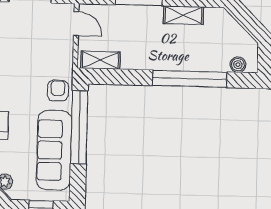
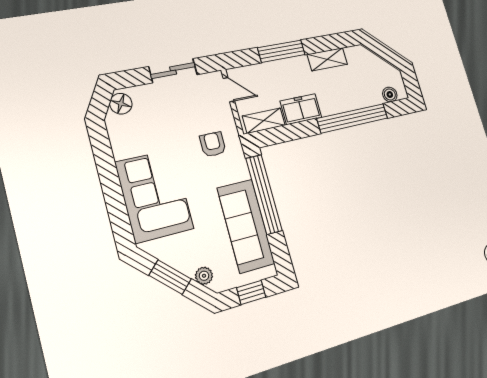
freezer: (140, 58) -> (301, 109), added
armchair: (58, 91) -> (213, 144), moved

